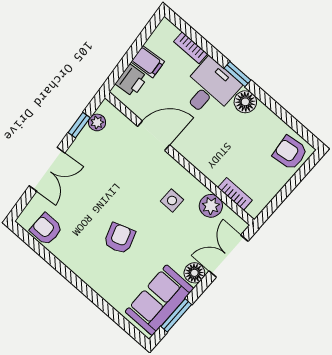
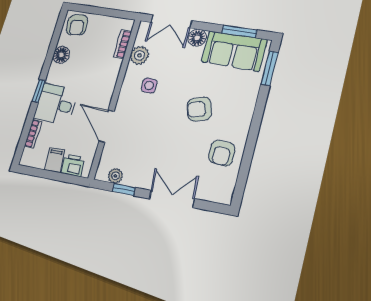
floor lamp: (245, 102) -> (61, 55), moved
armchair: (46, 229) -> (222, 153), moved
window: (123, 323) -> (270, 68), added

